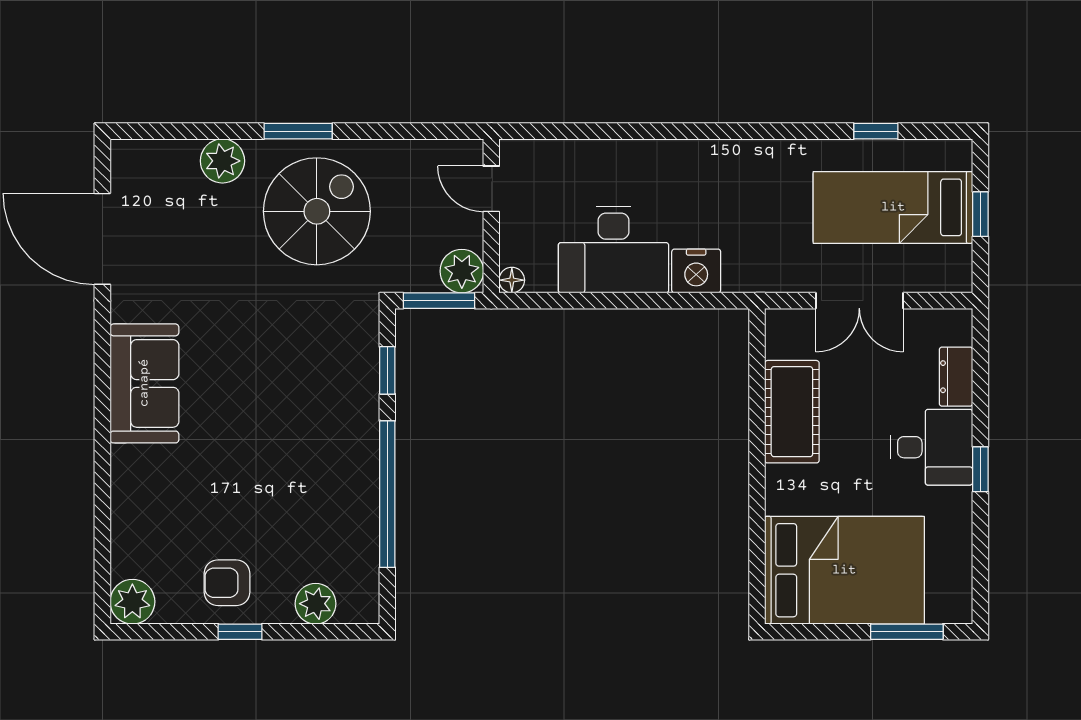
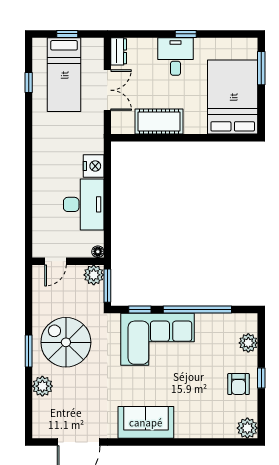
dresser: (956, 377) -> (119, 51), moved, turned -90
corner sofa: (323, 408) -> (158, 339), added

